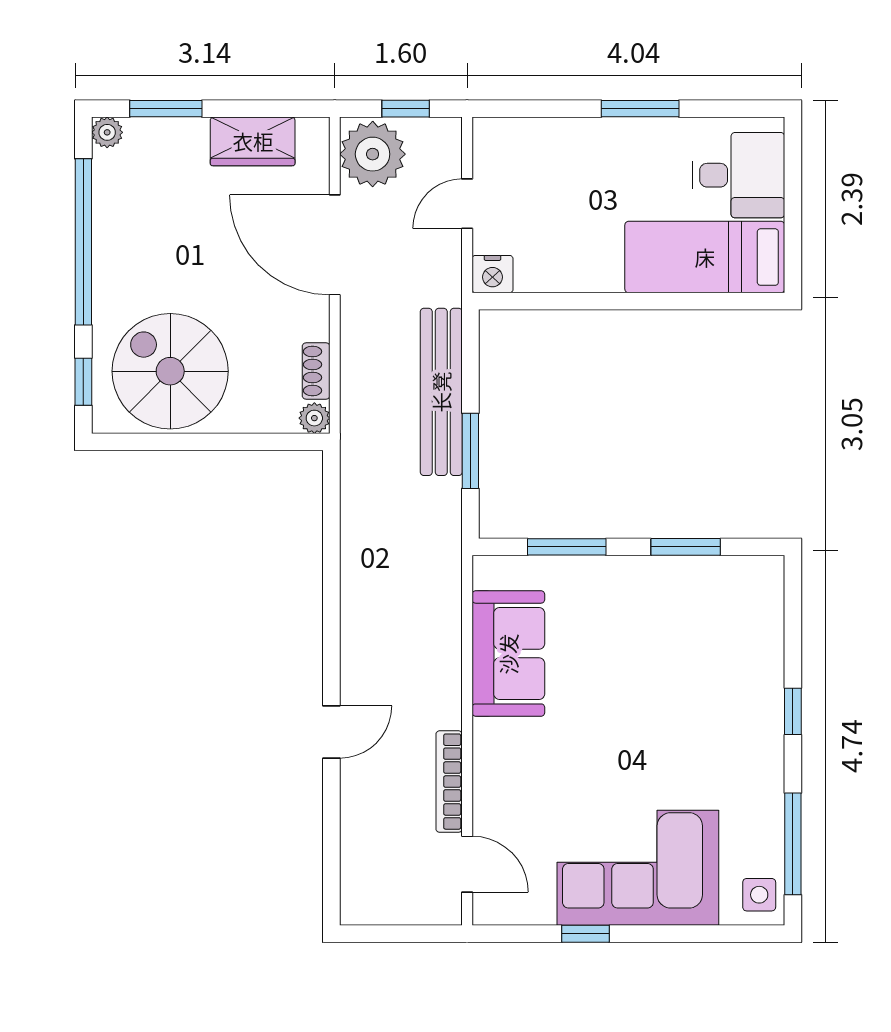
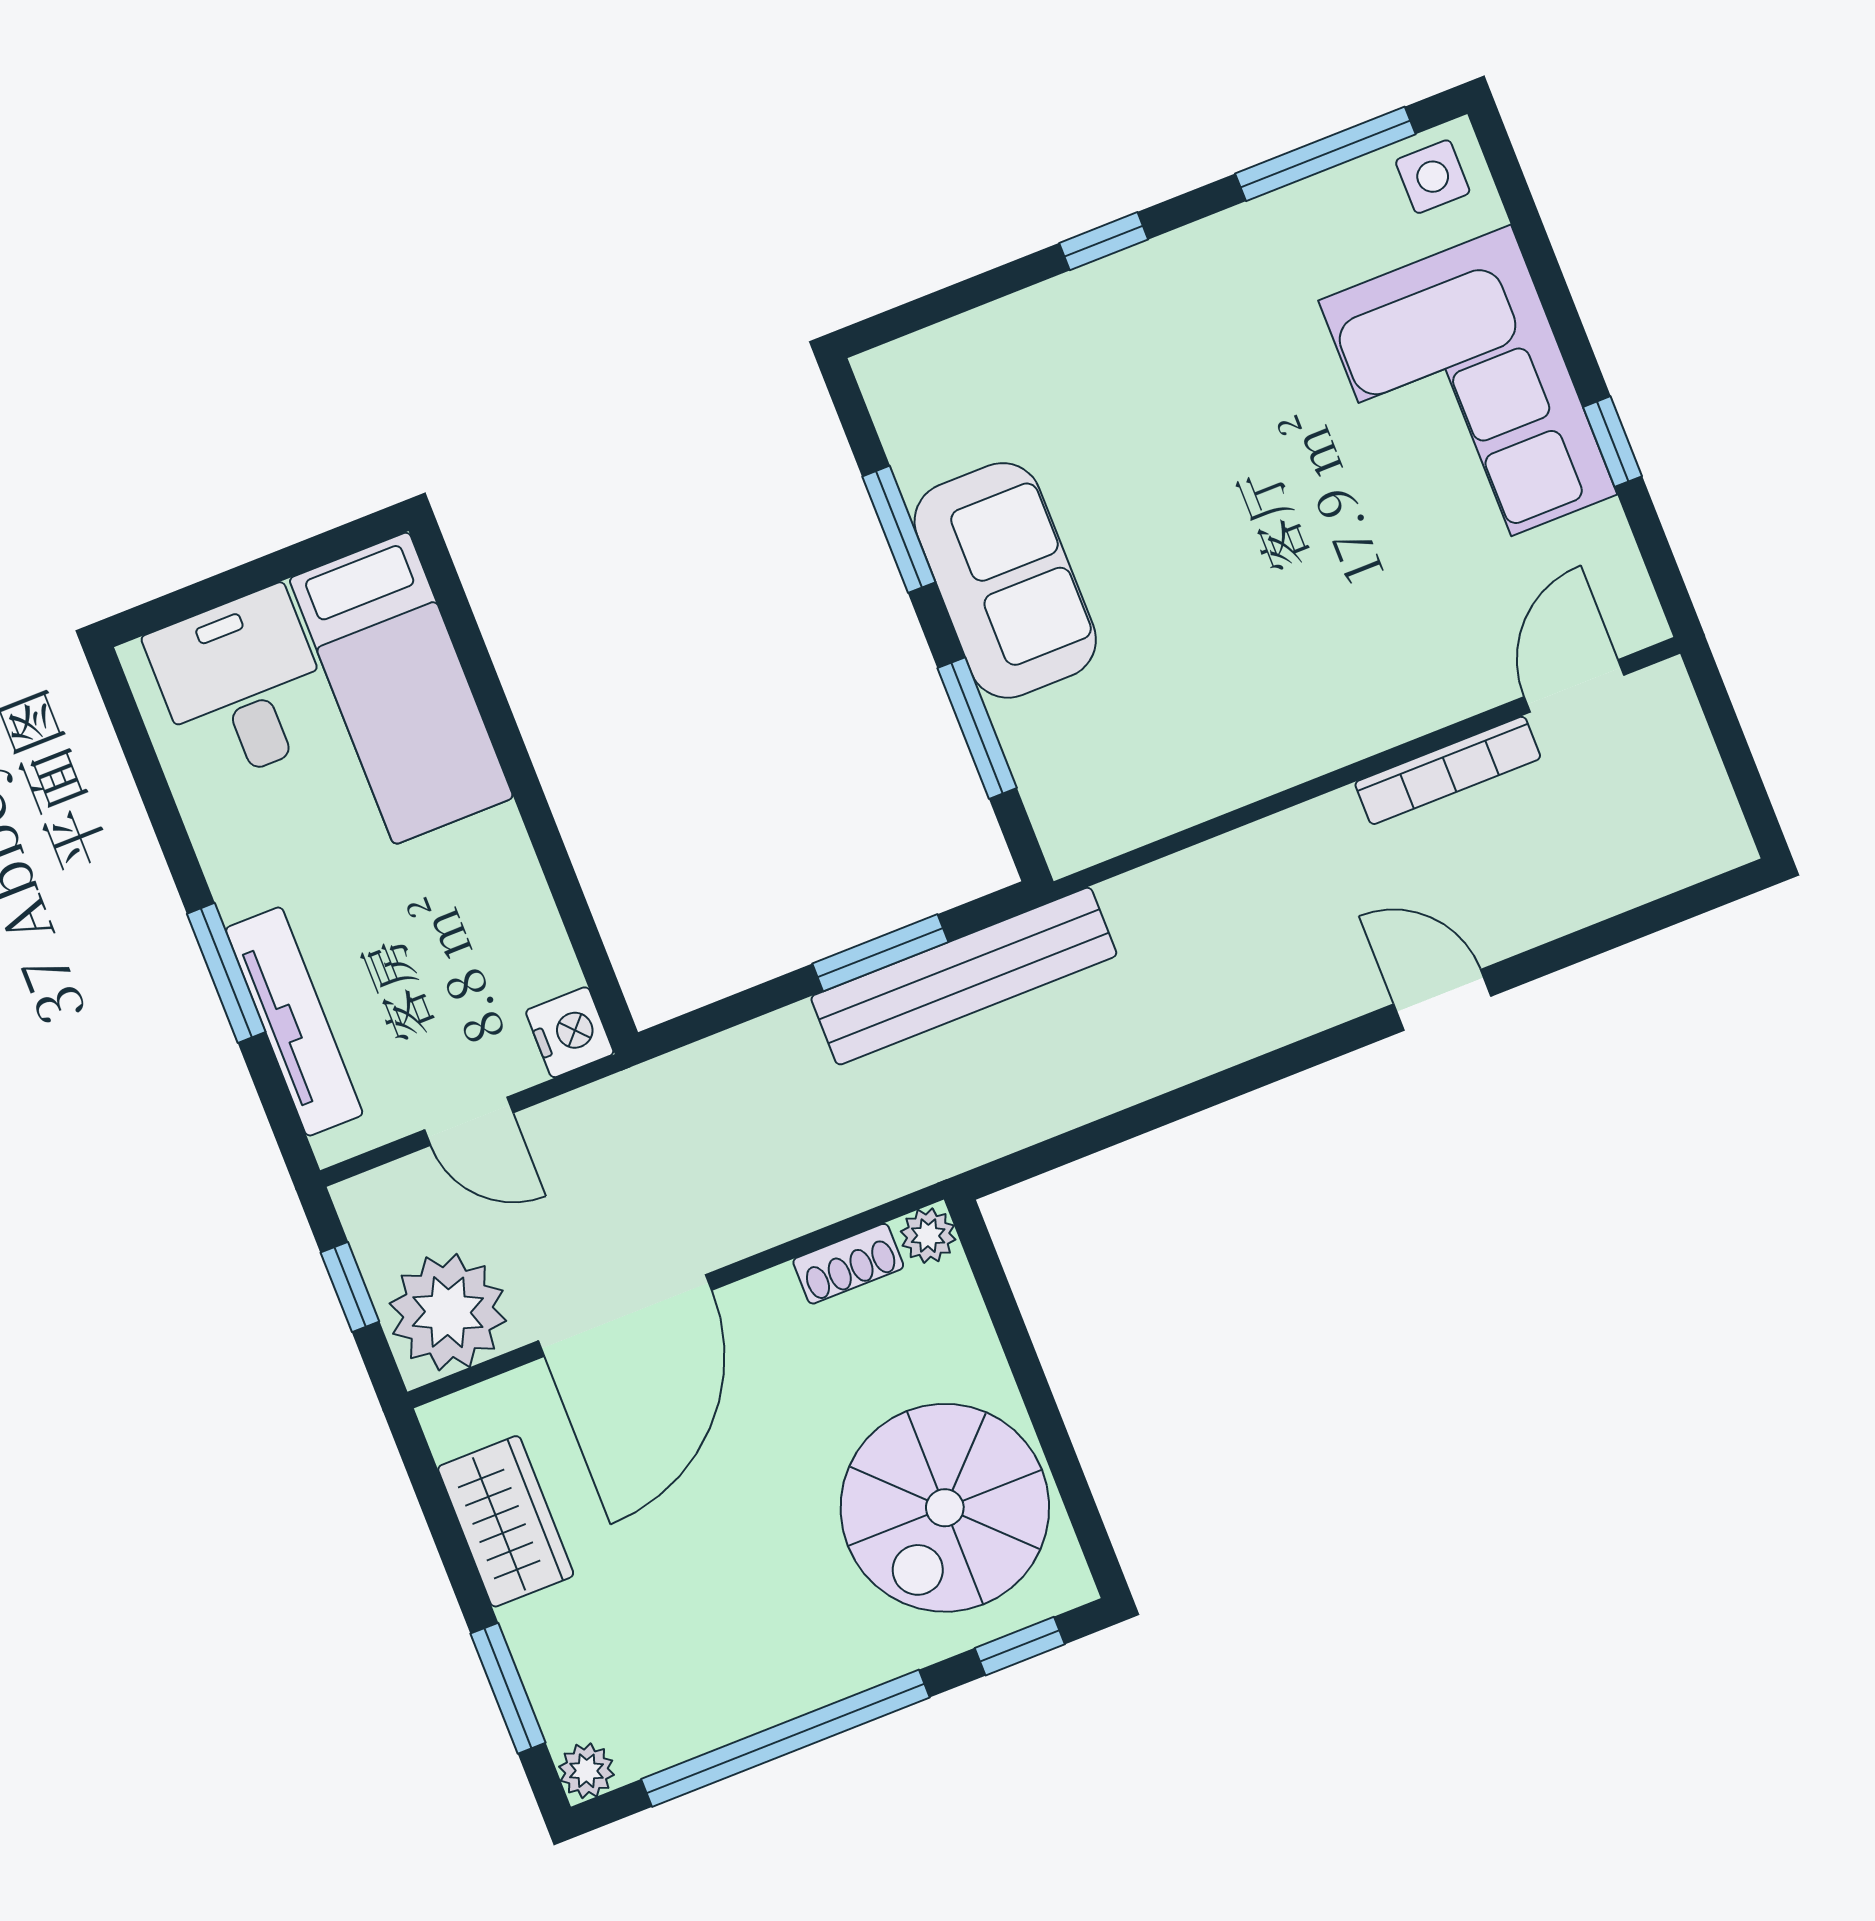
window: (640, 109) -> (226, 973), moved
tv unit: (554, 134) -> (294, 1022), added
bench: (441, 392) -> (964, 976), moved
sofa: (508, 654) -> (1005, 580), moved, turned 90

